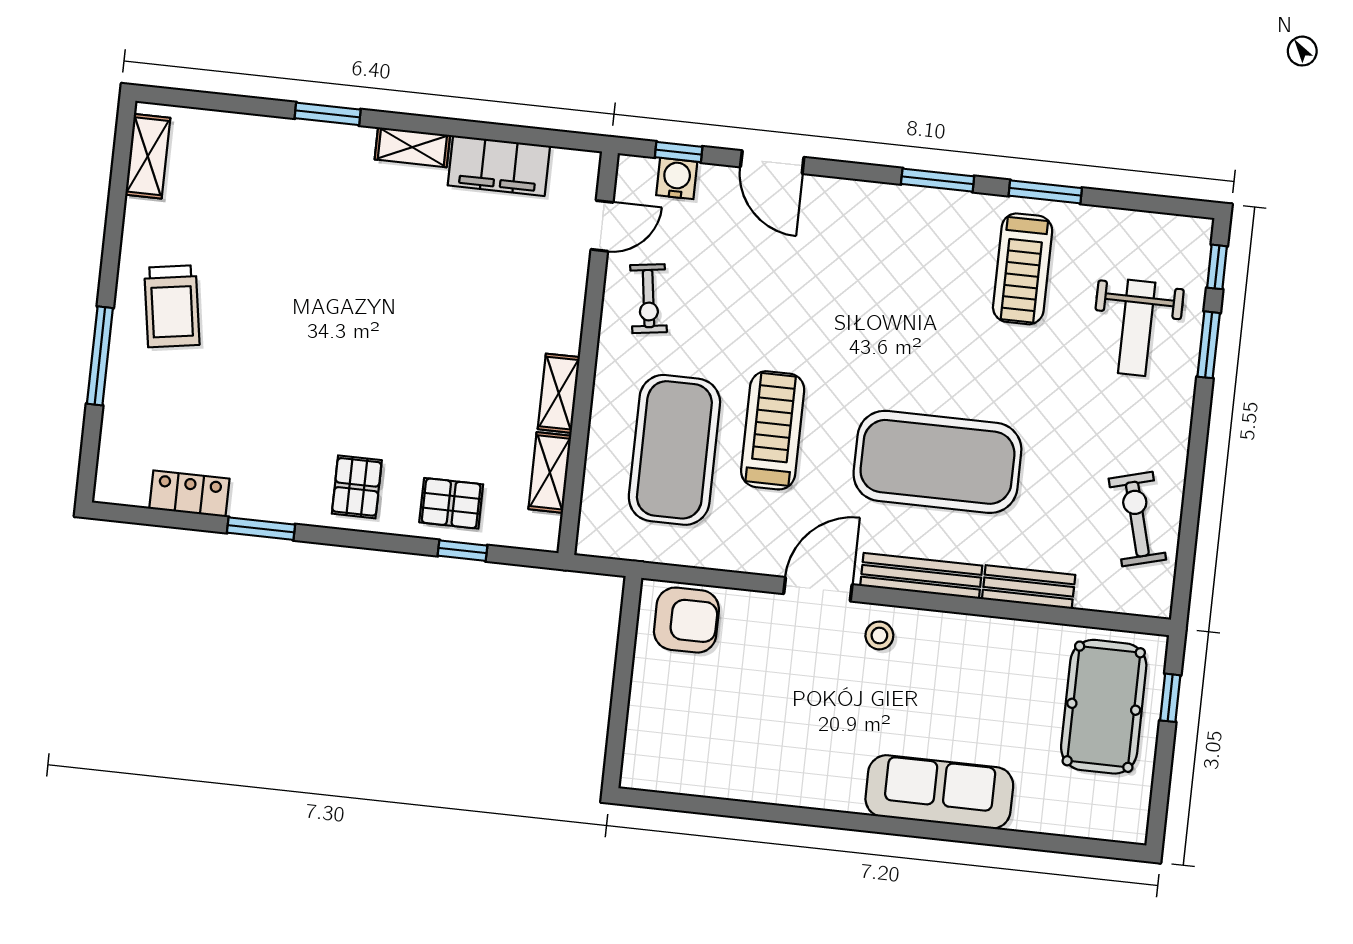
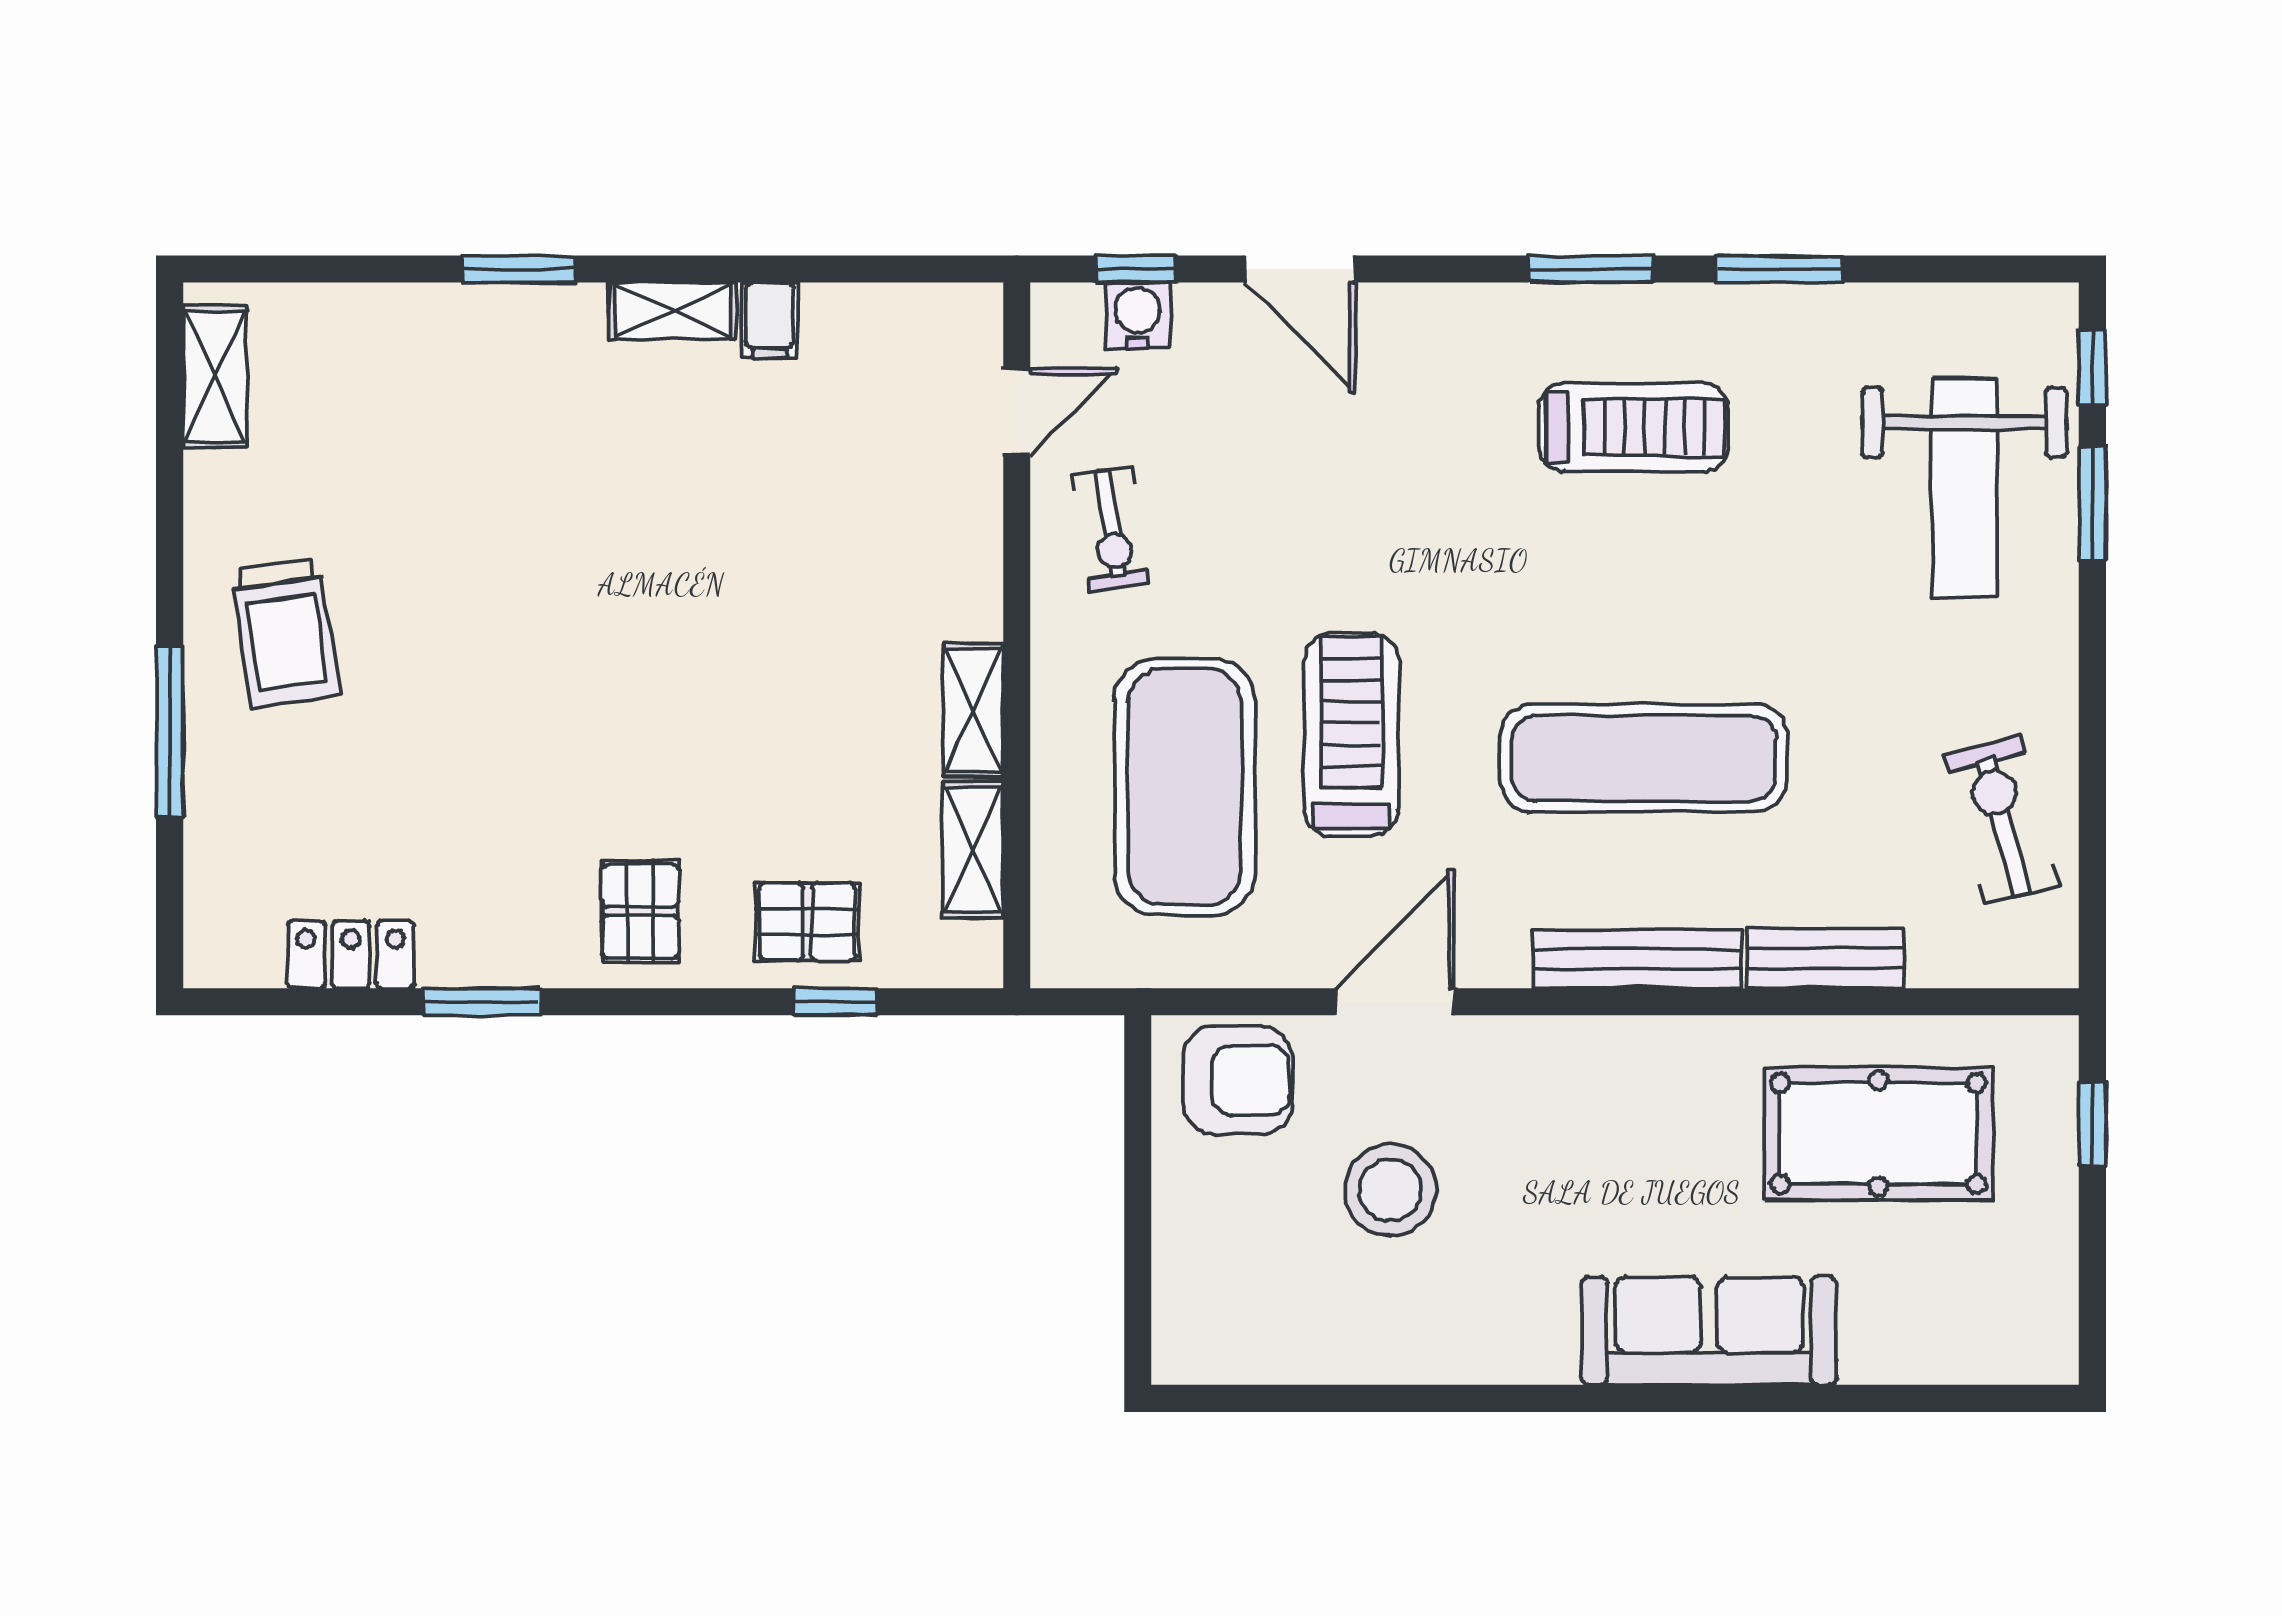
filing cabinet: (499, 166) -> (770, 320), width x0.33, depth x0.86
treadmill: (1023, 269) -> (1633, 427), moved, turned -90
weight bench: (1137, 328) -> (1964, 488), width x1.36, depth x1.33
exercise mat: (937, 462) -> (1644, 758), width x0.68
door: (818, 589) -> (1395, 1002), moved
stool: (879, 635) -> (1390, 1190), moved, width x1.89, depth x1.89
pool table: (1104, 707) -> (1878, 1134), moved, turned 90

